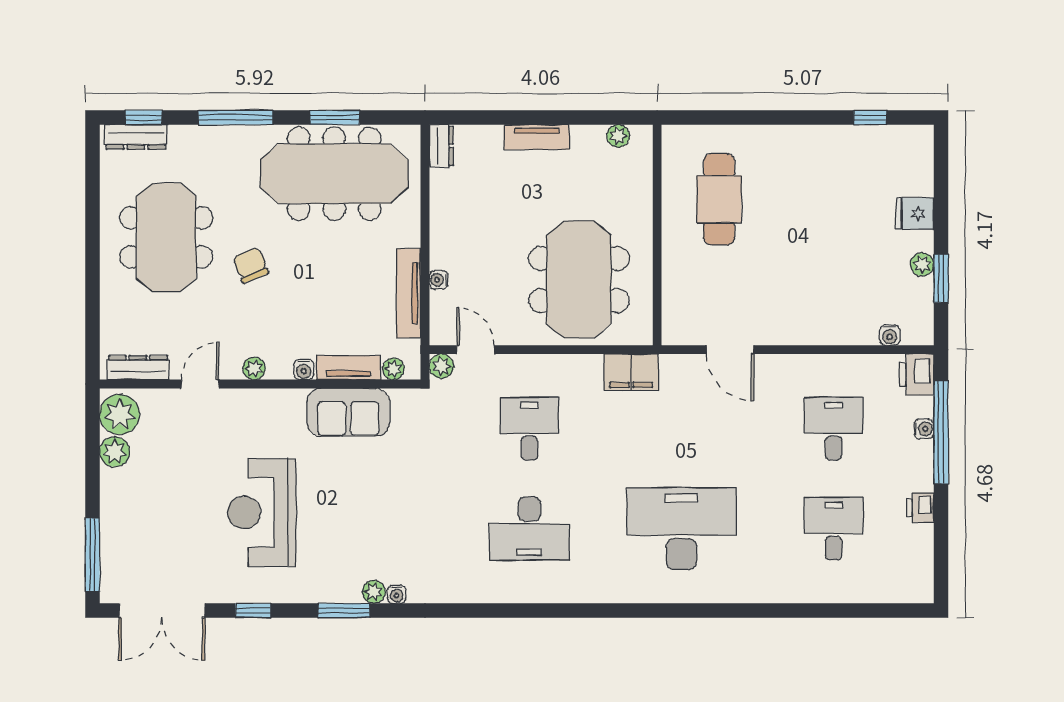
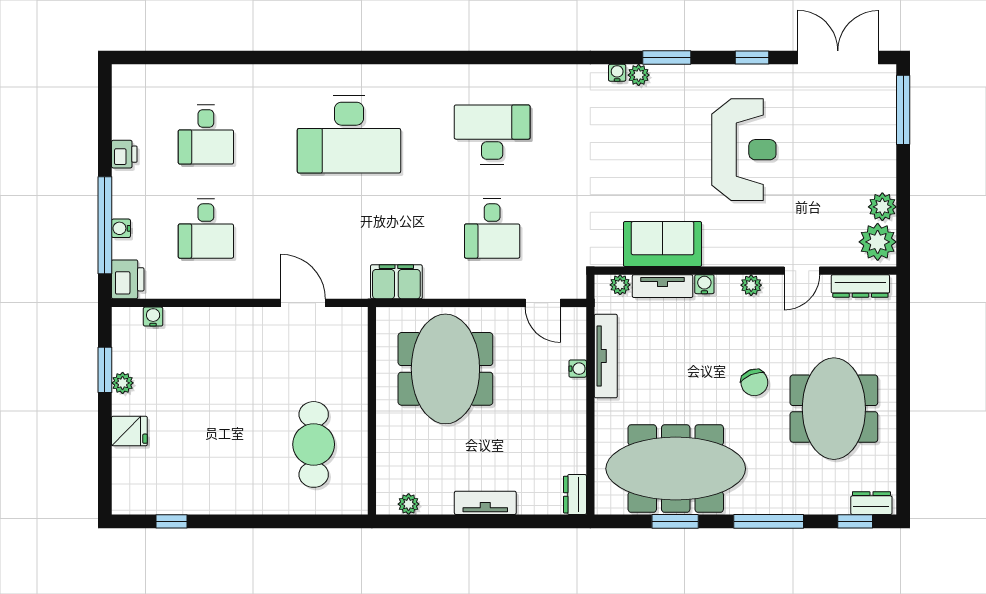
dresser: (136, 137) -> (871, 503), width x0.70
plant: (442, 366) -> (575, 287), removed

